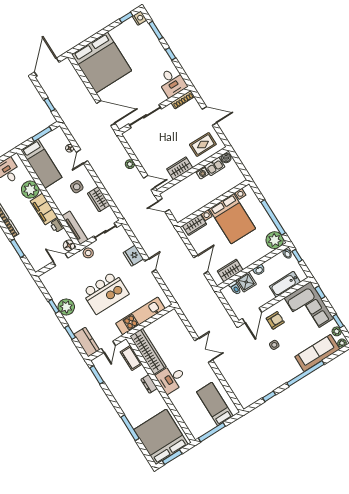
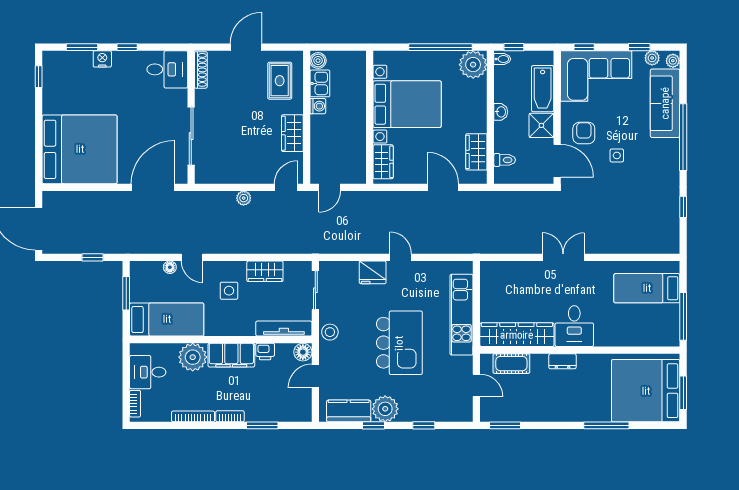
nightstand: (139, 18) -> (102, 59), moved
shower: (246, 282) -> (541, 125), moved
kitchen counter: (87, 342) -> (349, 411), moved

